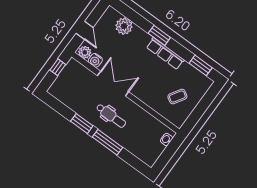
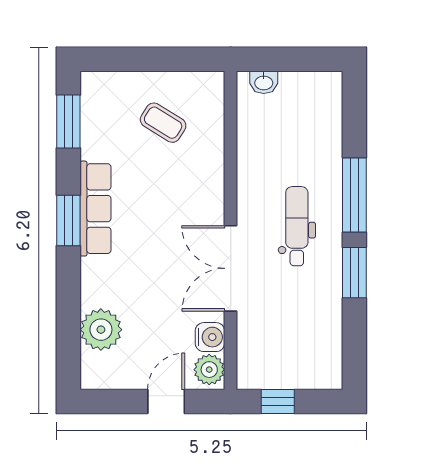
window: (159, 35) -> (68, 221), moved

